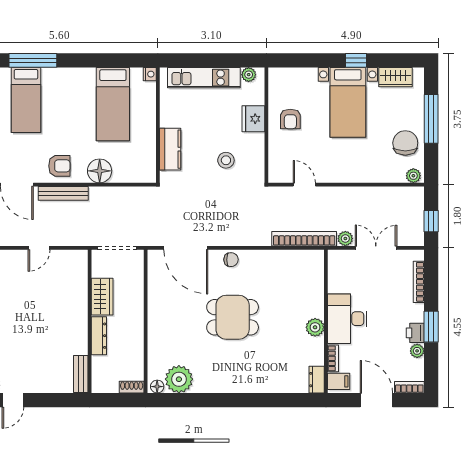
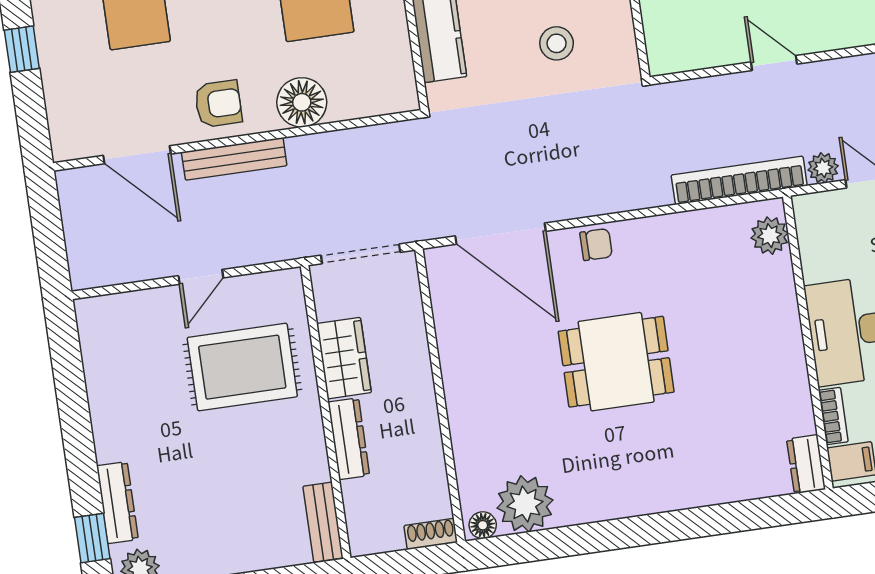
door: (304, 185) -> (774, 63), moved
rug: (53, 294) -> (242, 367), added
plant: (315, 327) -> (770, 236), moved

